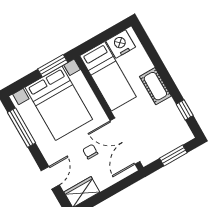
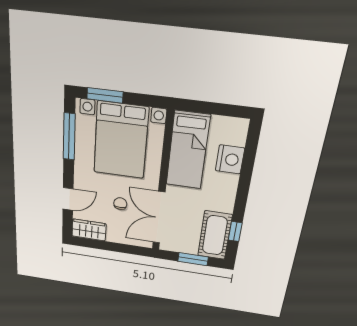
nightstand: (121, 44) -> (230, 159), moved, turned 90
window: (53, 66) -> (105, 95), moved
cot: (155, 86) -> (215, 235), moved, width x1.37, depth x1.34

